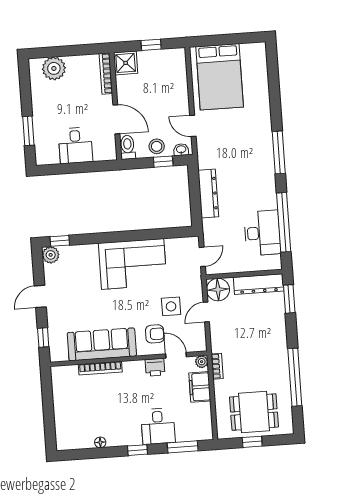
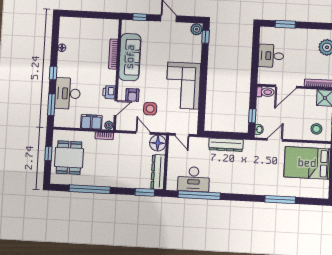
stool: (157, 146) -> (316, 129), moved
window: (279, 152) -> (280, 200), moved
desk: (158, 426) -> (68, 93), width x1.37

